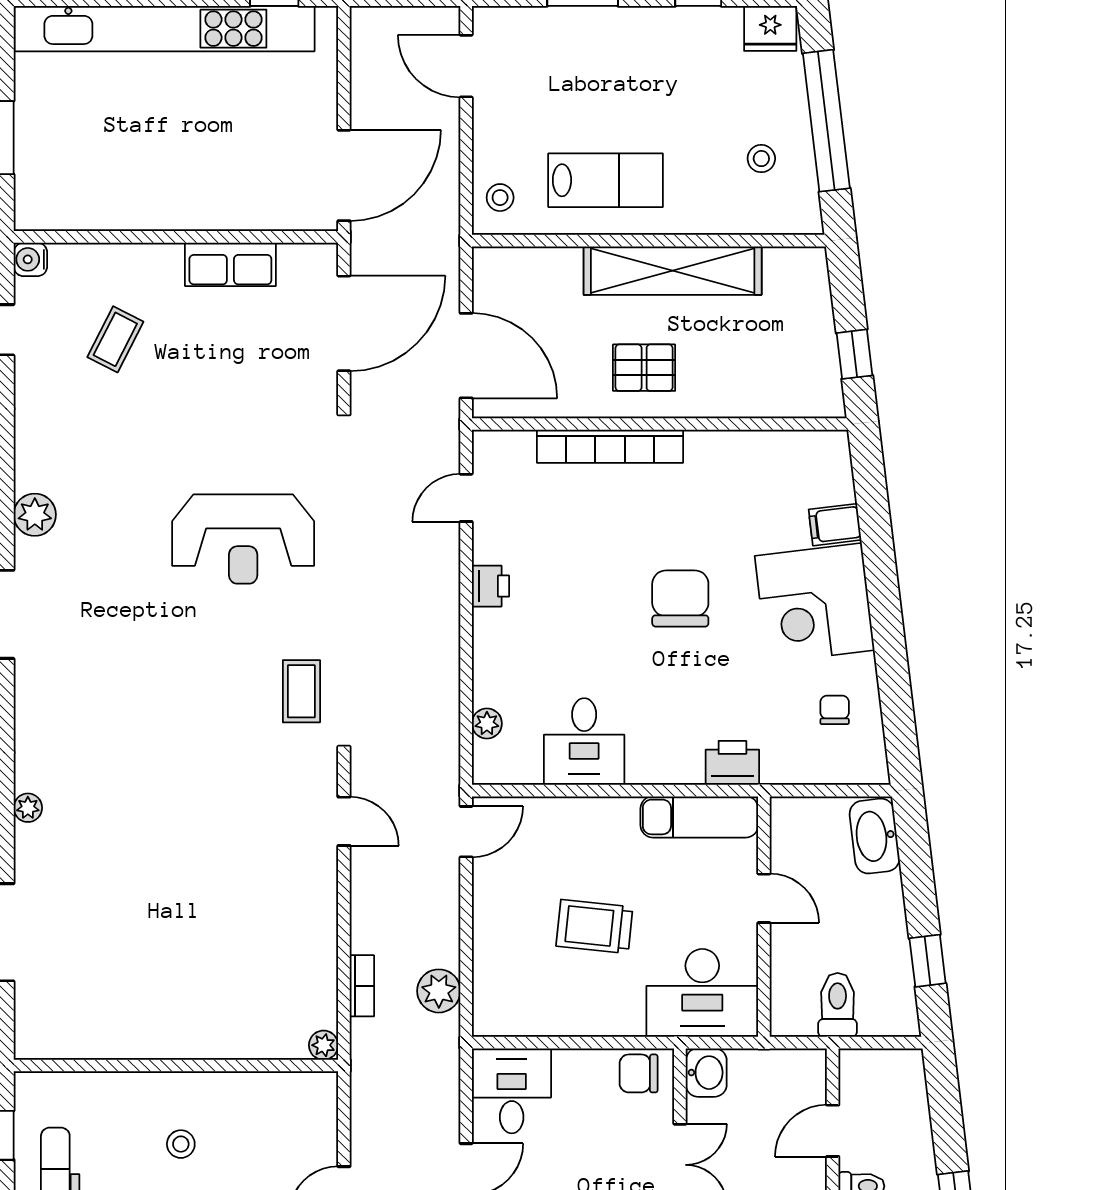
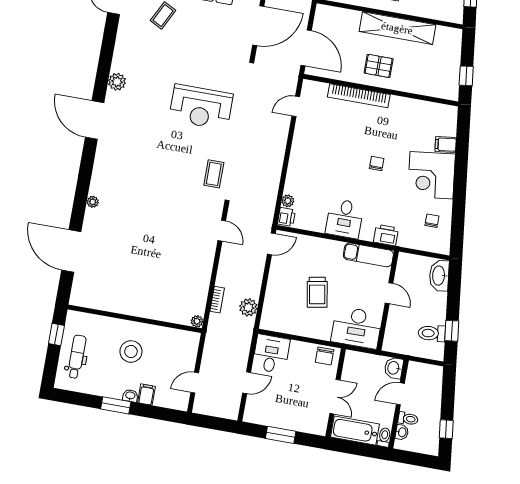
printer: (490, 586) -> (286, 217), moved
chair: (680, 598) -> (377, 164), width x0.54, depth x0.54
desk: (584, 742) -> (345, 219), moved
trolley: (594, 926) -> (317, 292), turned -106
toilet: (838, 1005) -> (432, 333), moved, turned -97
chair: (639, 1073) -> (325, 356), turned -90
washbasin: (706, 1073) -> (394, 368), moved, turned 180
stool: (181, 1144) -> (131, 352), width x1.89, depth x1.89

